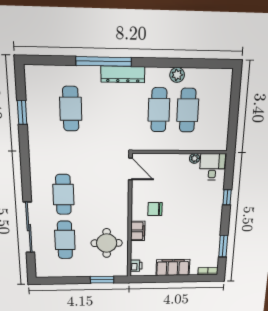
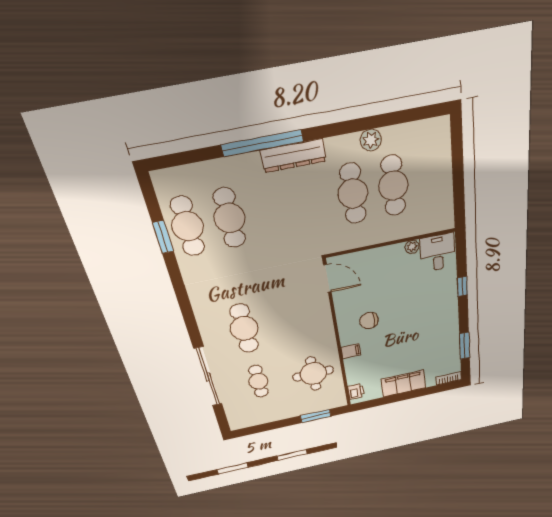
cafe table: (41, 108) -> (188, 226), added
filing cabinet: (138, 231) -> (351, 351), width x0.50
cafe table: (65, 240) -> (258, 381), width x0.73, depth x0.74

